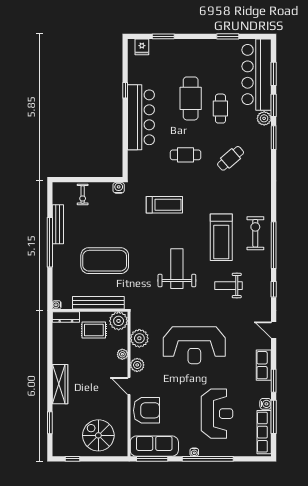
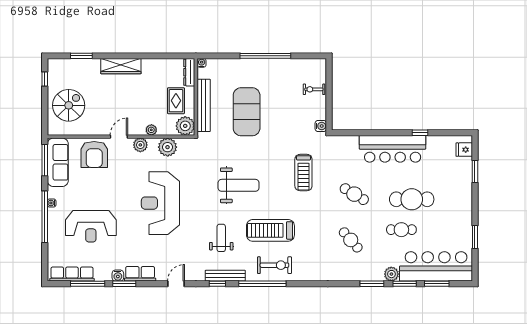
cafe table: (186, 155) -> (354, 194), turned -59
bench: (58, 224) -> (225, 276), moved
water cooler: (266, 404) -> (118, 276), moved

